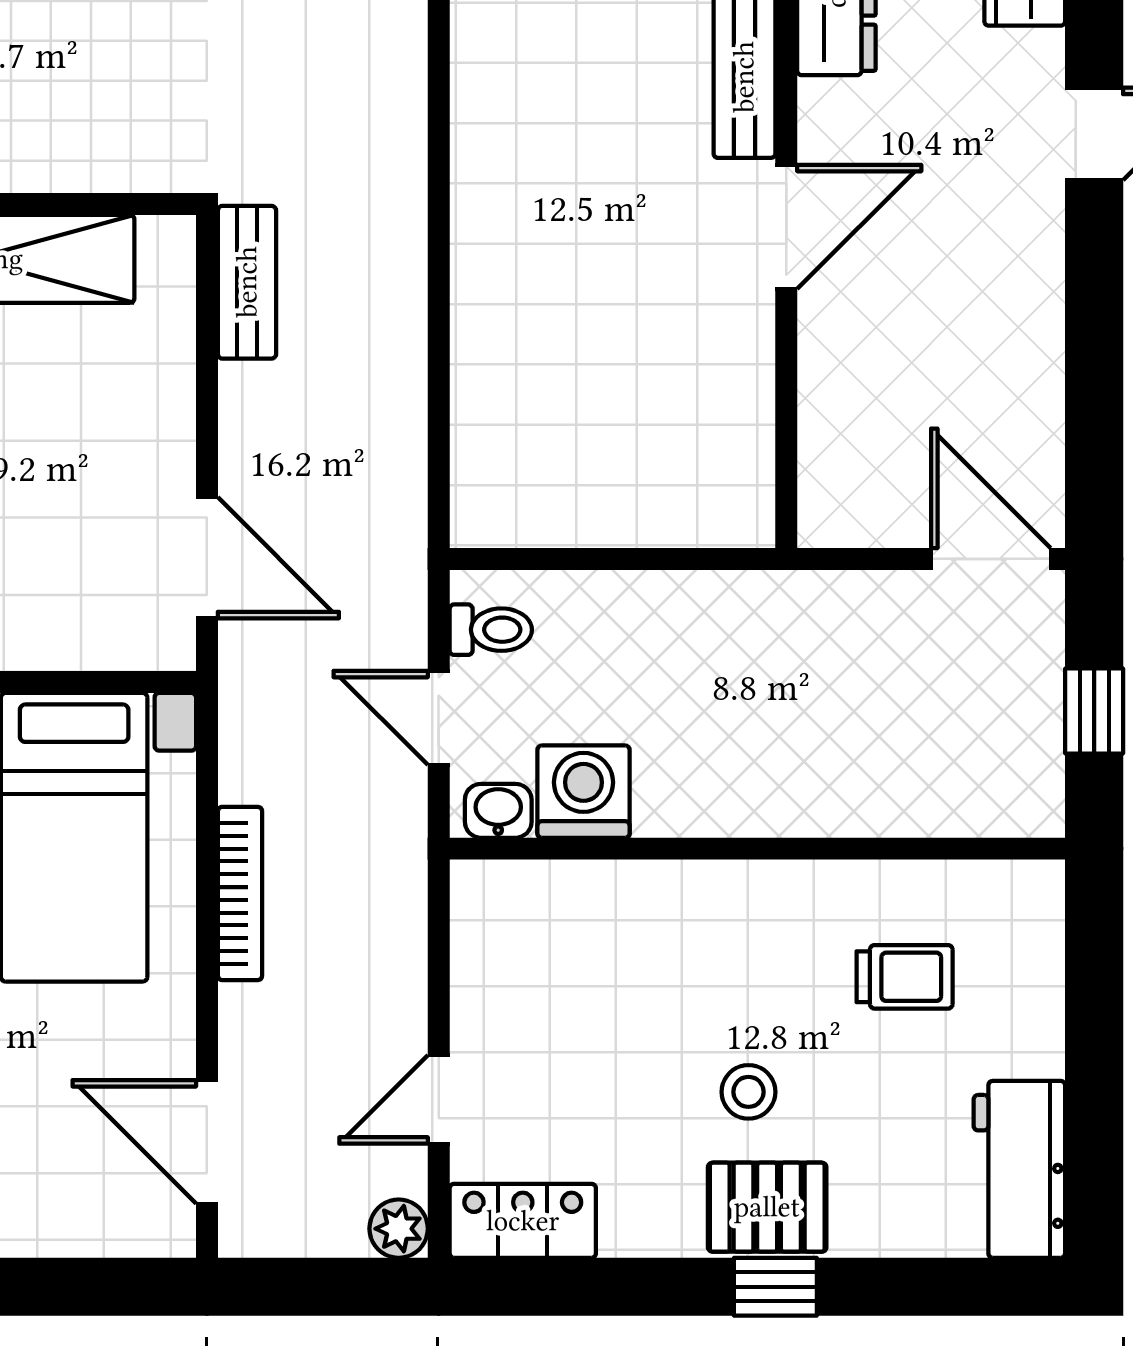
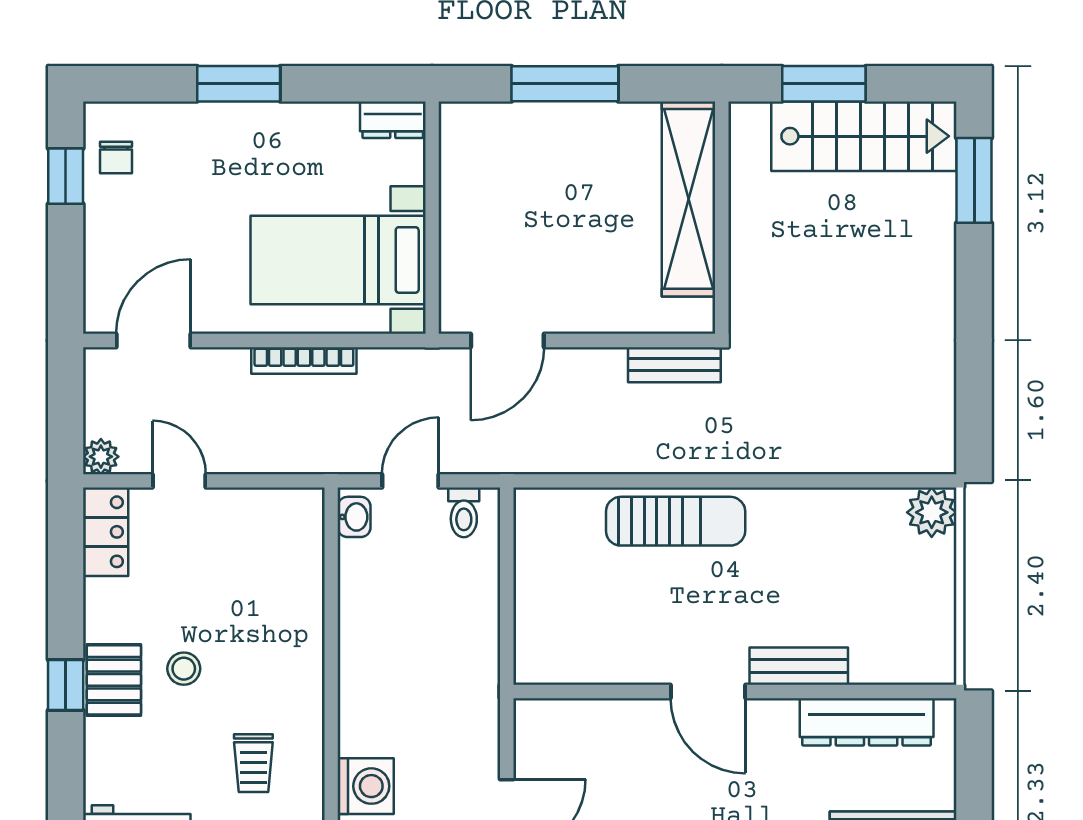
sun lounger: (505, 280) -> (676, 521), added
washing machine: (584, 792) -> (366, 786), moved

